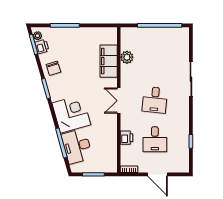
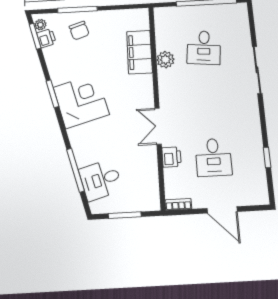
plant: (127, 57) -> (165, 60), moved
chair: (53, 68) -> (79, 31), moved
desk: (155, 100) -> (204, 48), moved
double door: (119, 101) -> (158, 126), moved
corner desk: (71, 114) -> (81, 101), moved
desk: (77, 146) -> (101, 180), width x0.73

